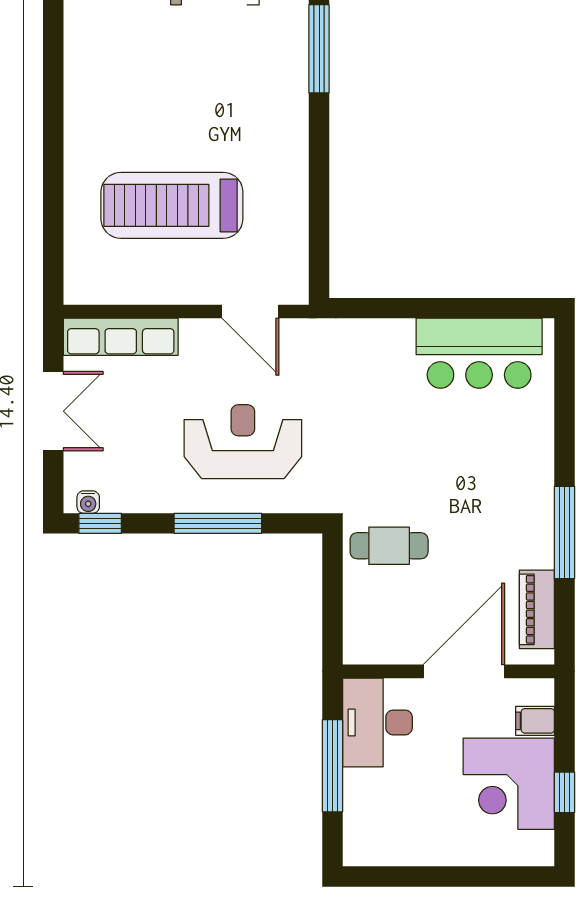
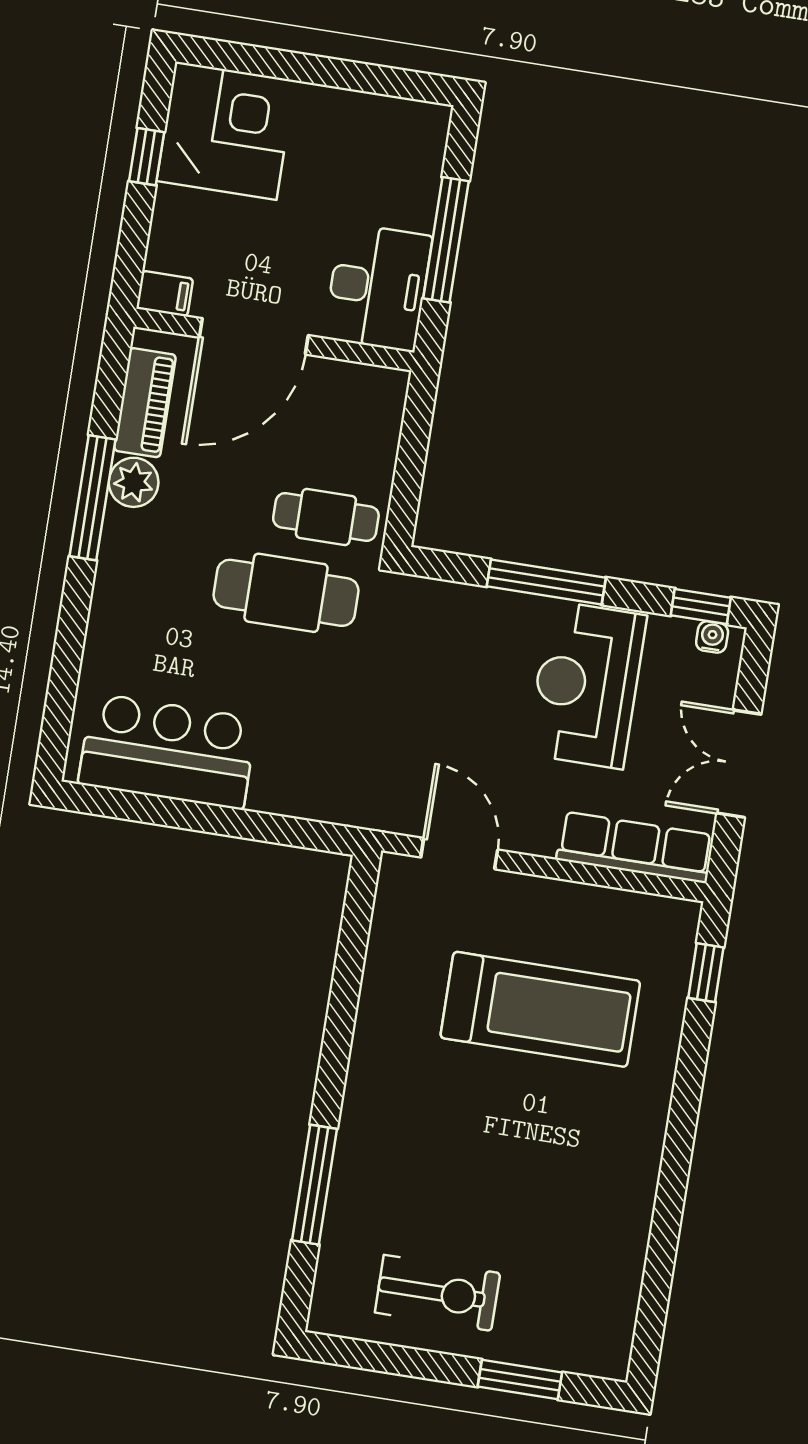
window: (53, 252) -> (706, 973), added
reception desk: (243, 442) -> (586, 685), moved, turned 90
cafe table: (410, 485) -> (286, 593), added
plant: (536, 549) -> (134, 482), added
filing cabinet: (535, 721) -> (165, 294), moved
corner desk: (509, 784) -> (226, 131), moved

